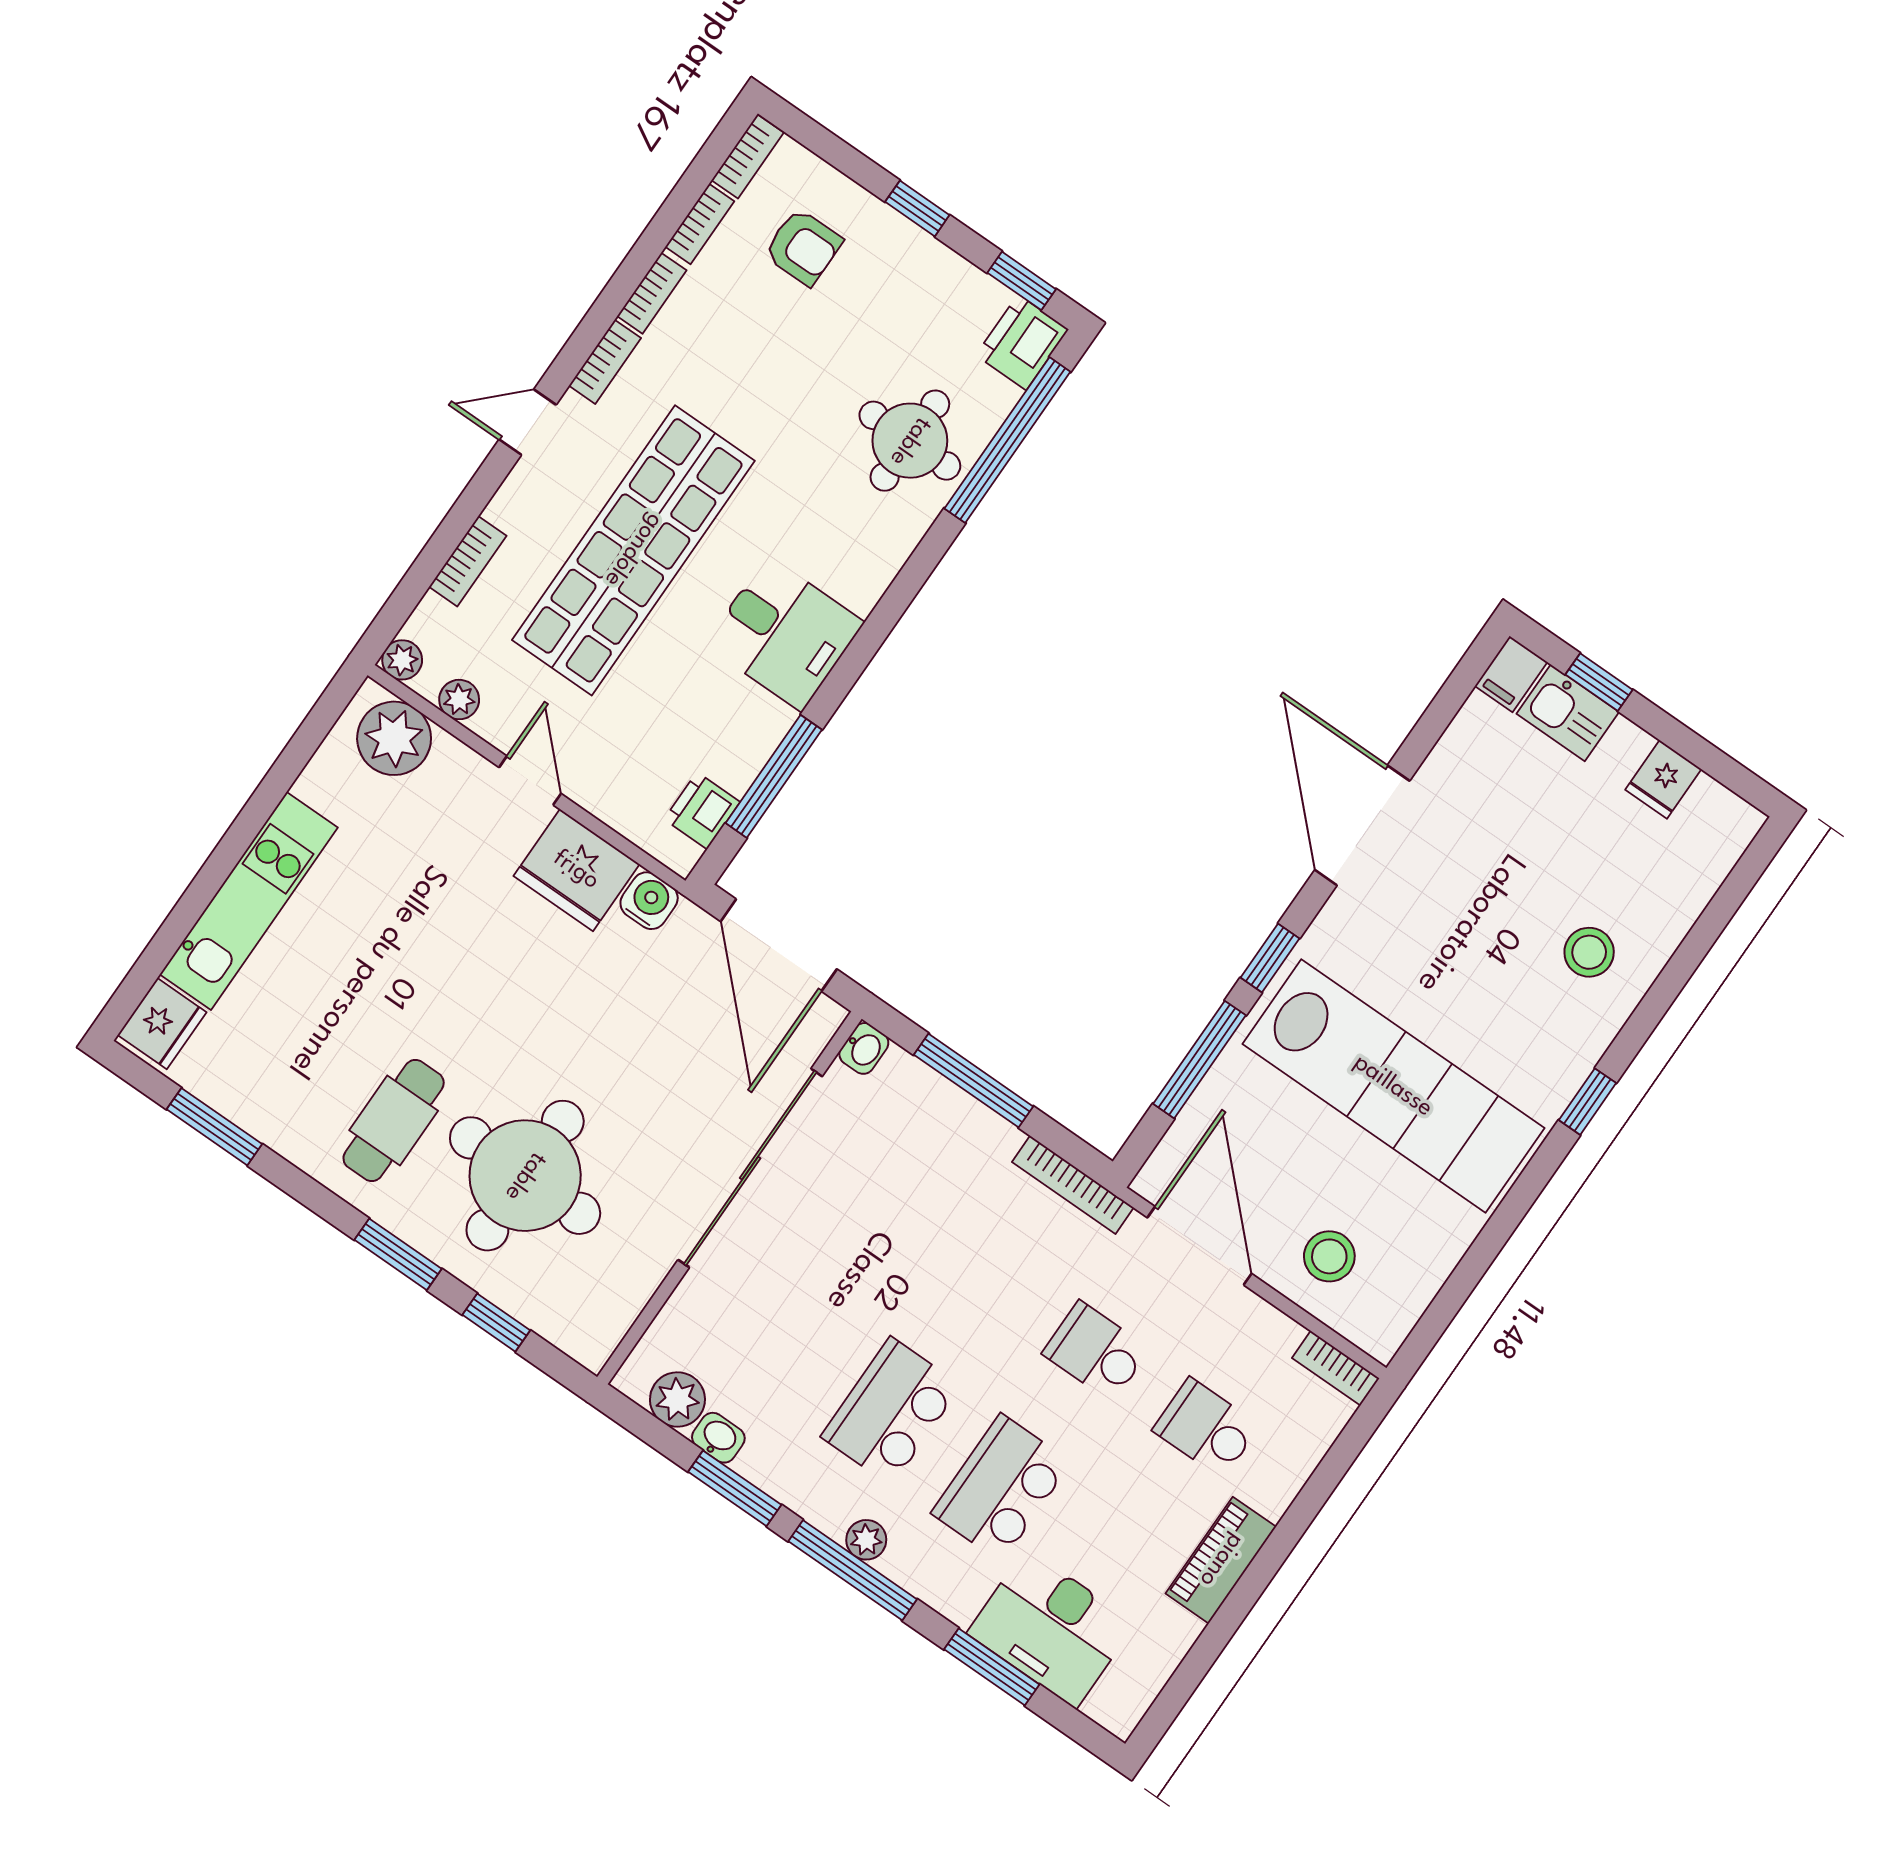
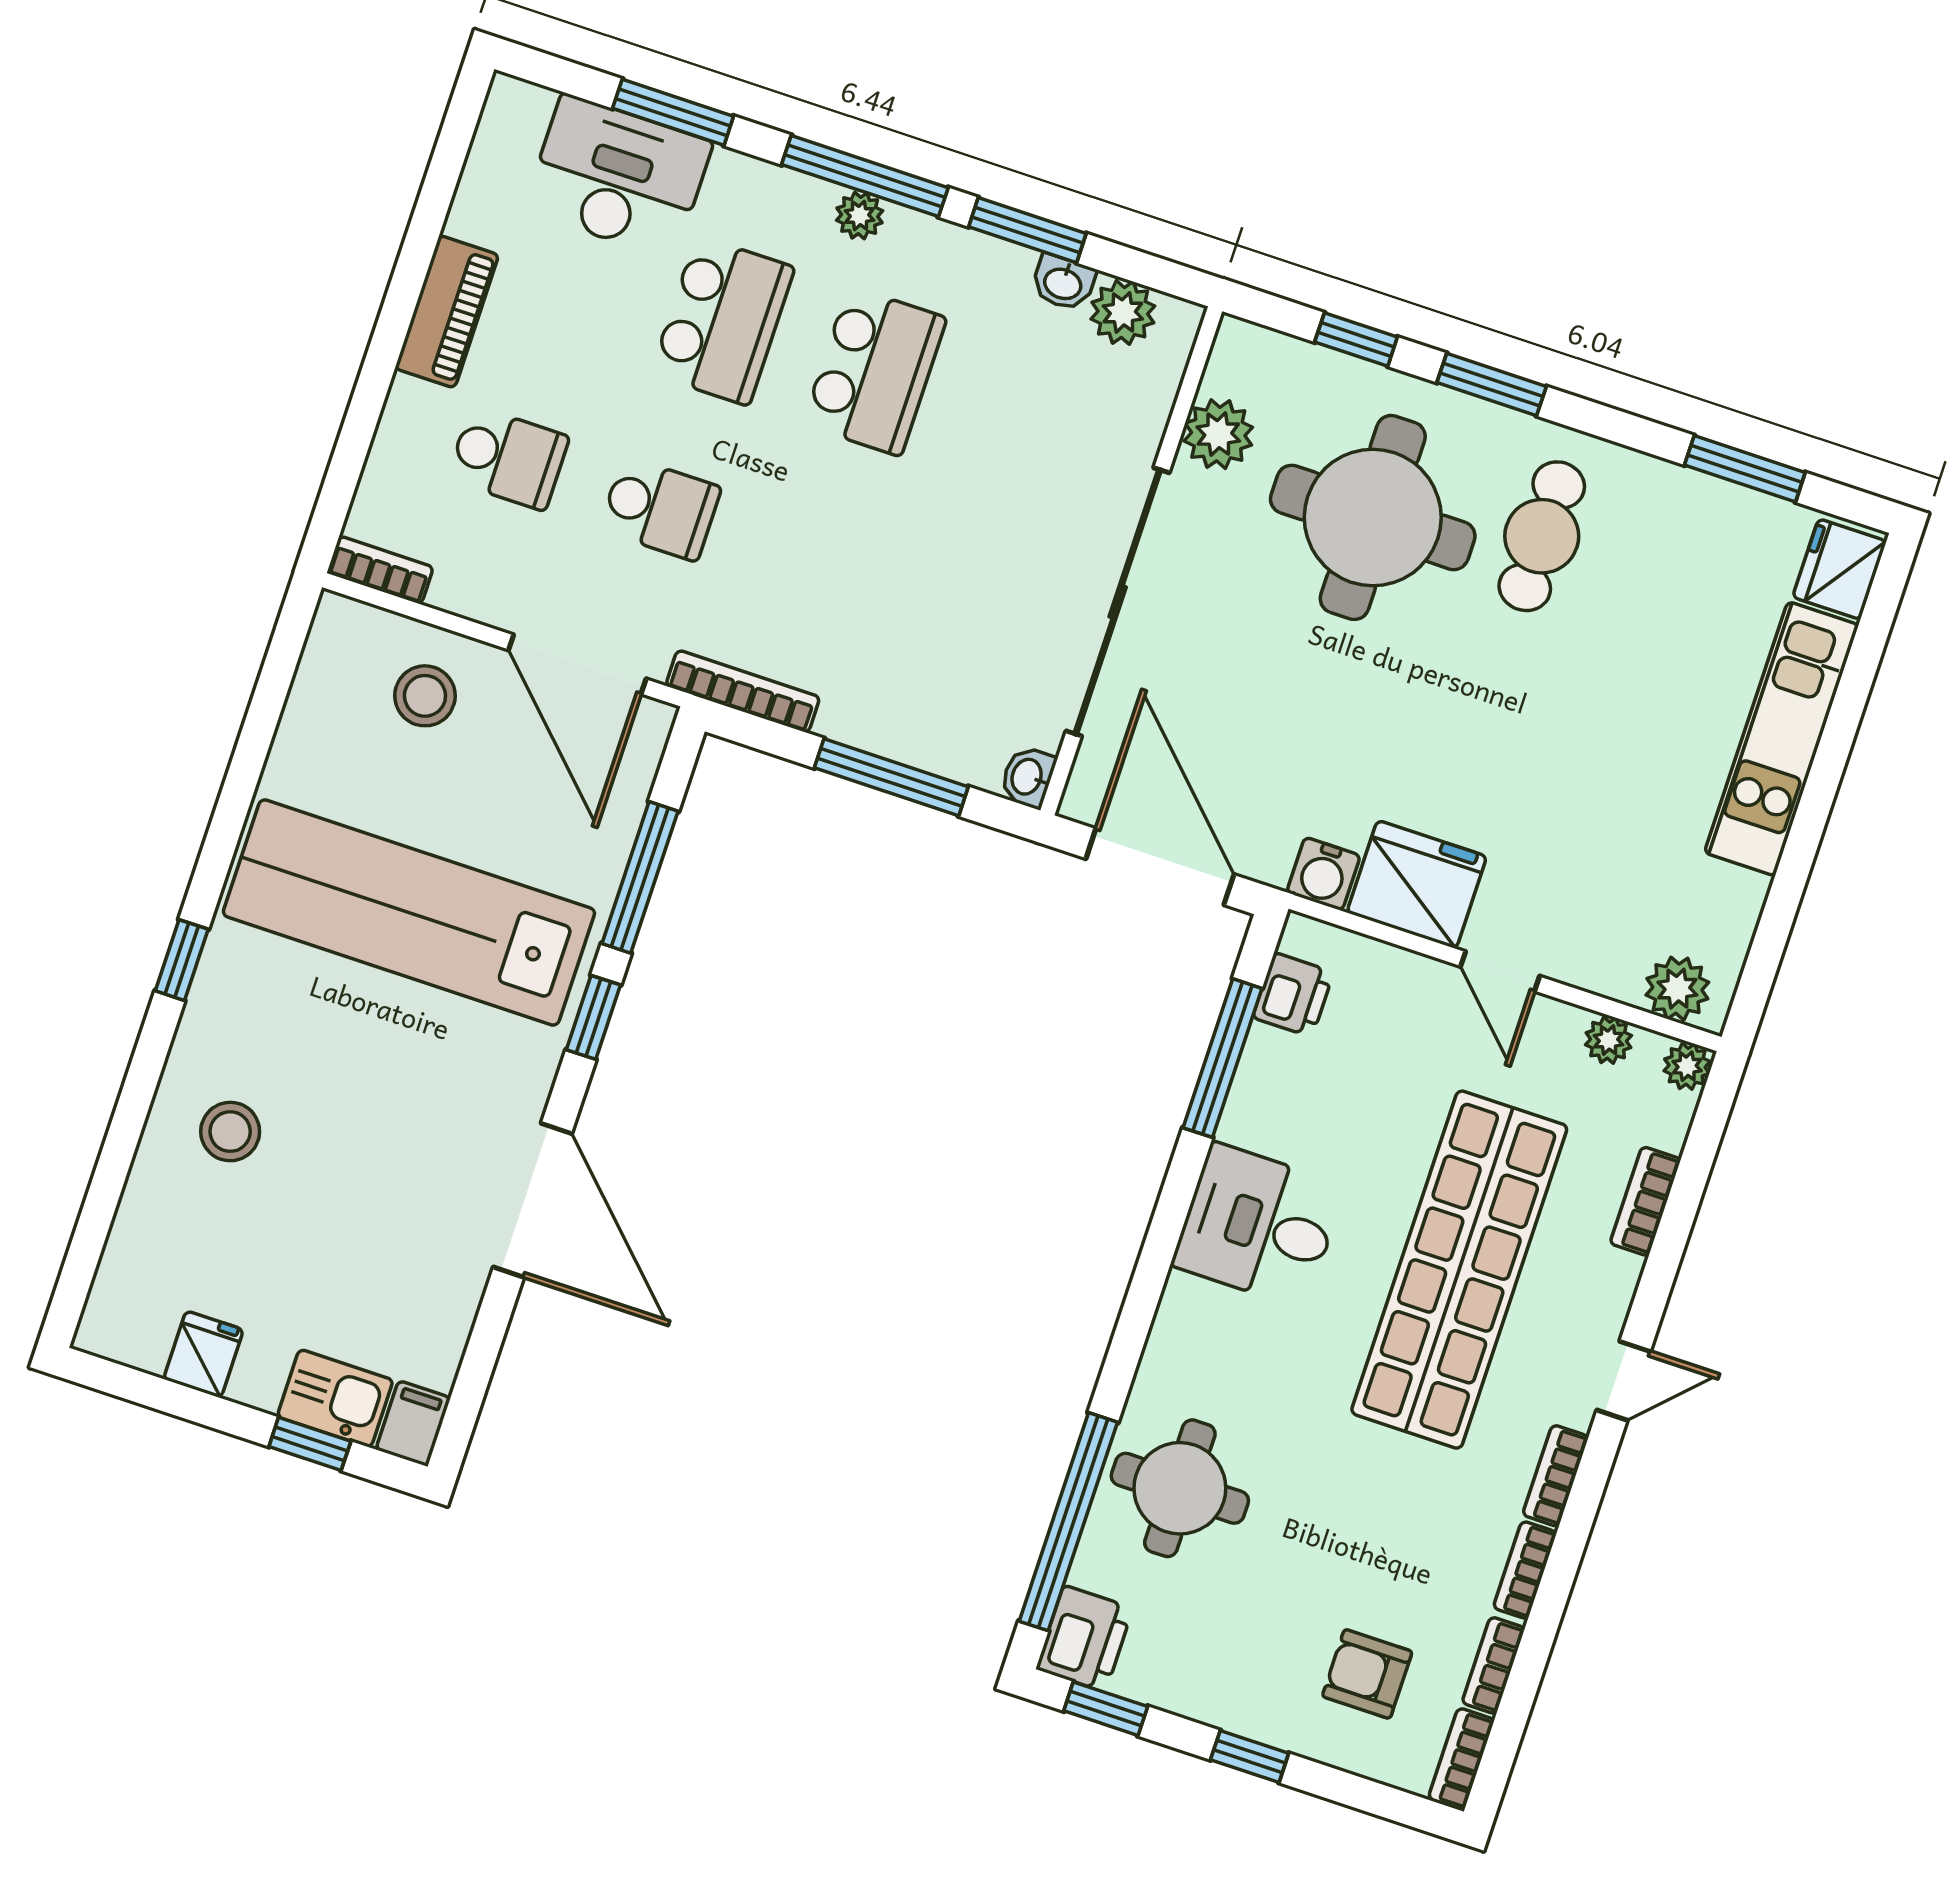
plant: (394, 738) -> (1677, 989), width x0.73, depth x0.73
plant: (630, 1279) -> (1218, 434), added

